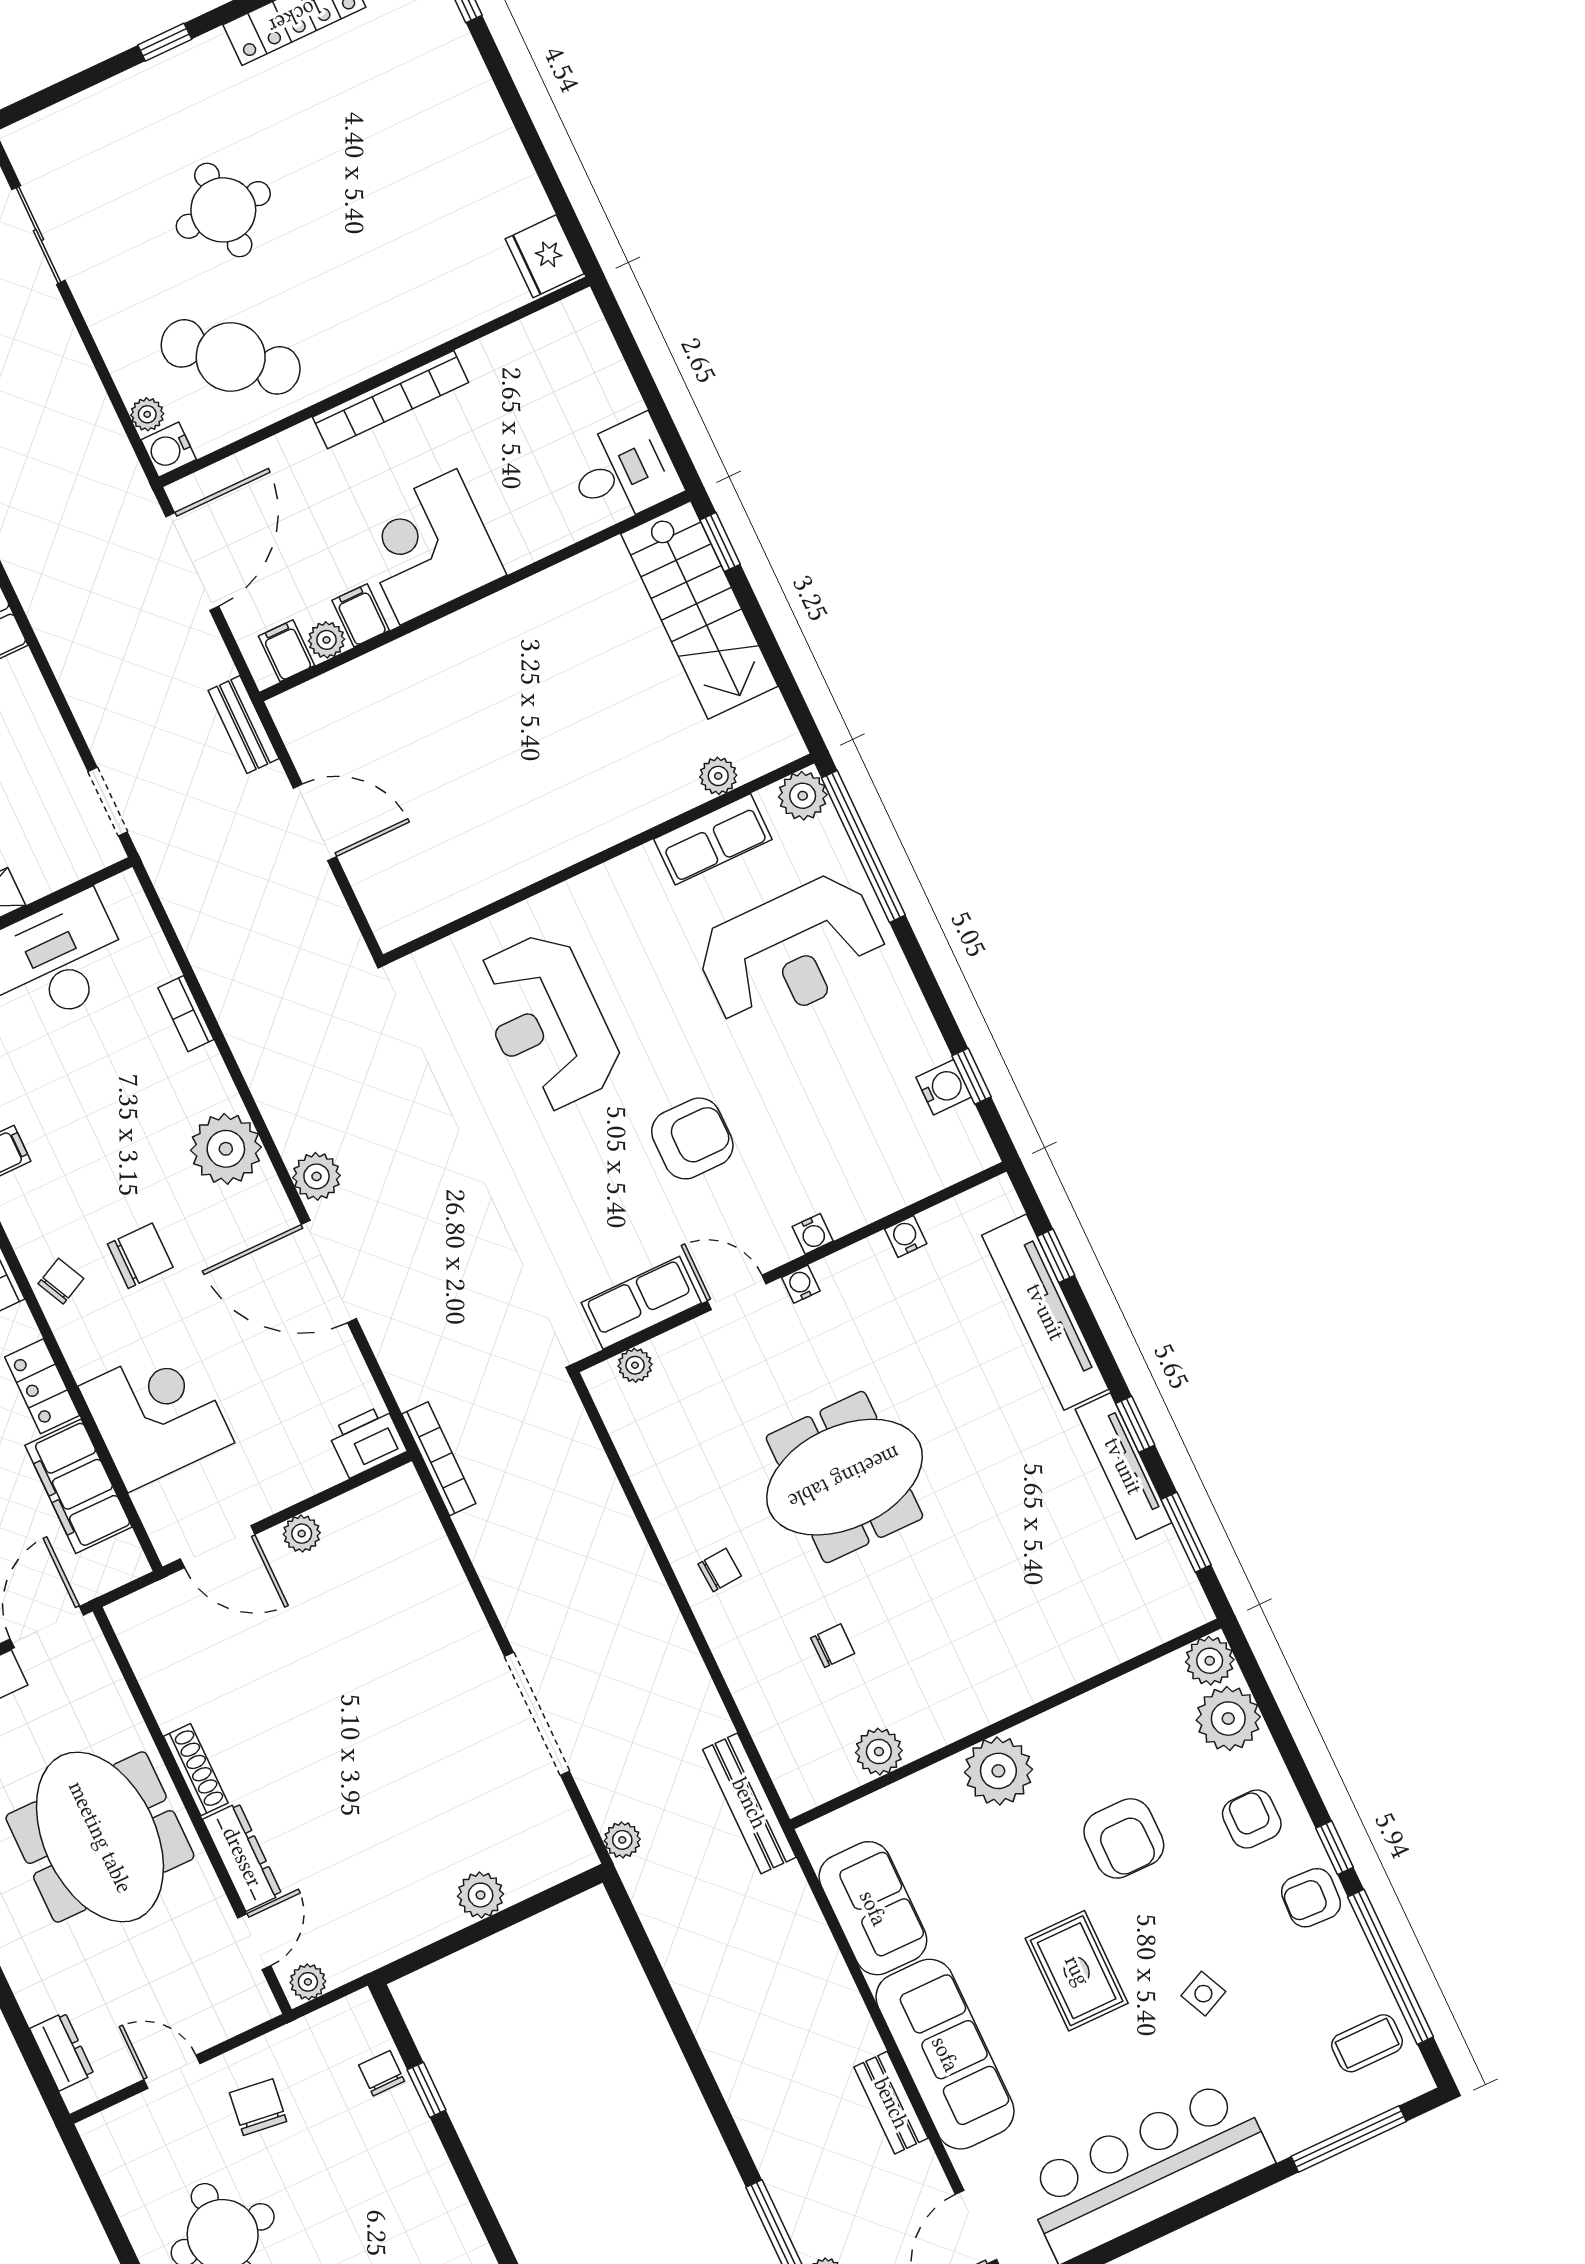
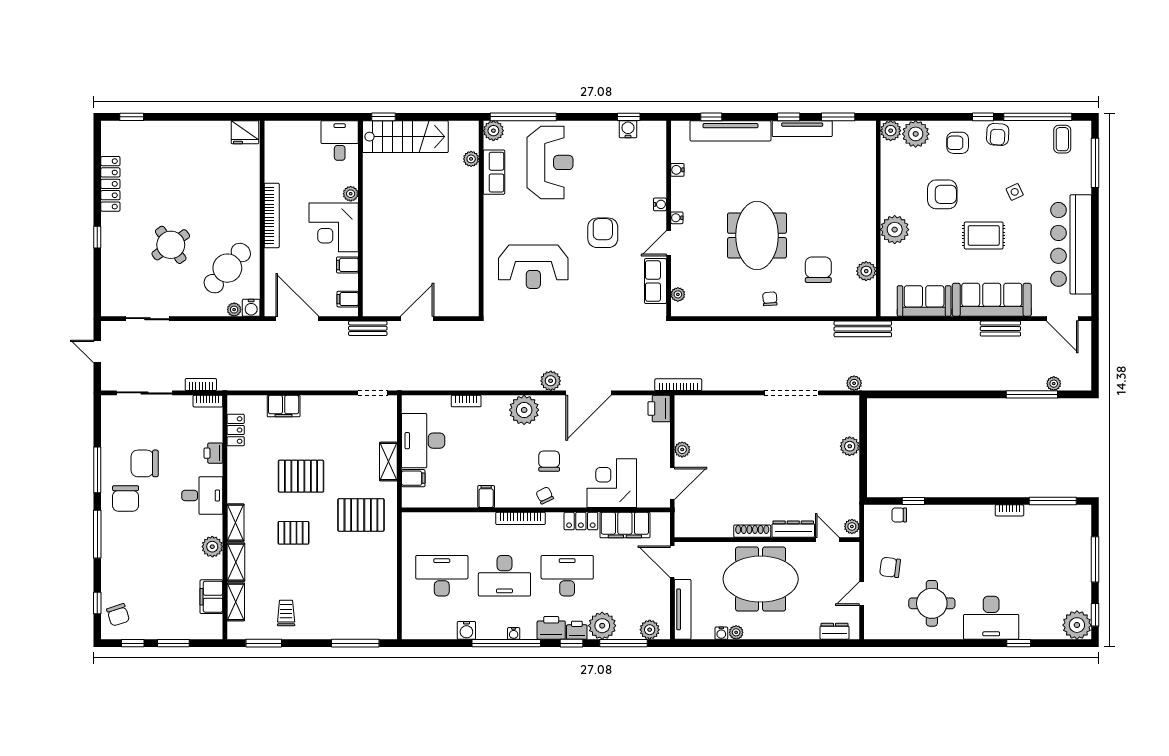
round table: (223, 210) -> (171, 245), turned -36
plant: (326, 640) -> (351, 194), moved
chair: (833, 1646) -> (818, 270), width x1.87, depth x1.87

